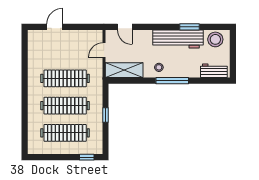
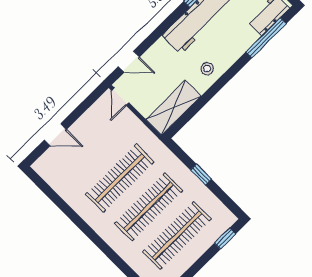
door: (55, 27) -> (55, 135), swing flipped
door: (104, 50) -> (120, 97), moved
window: (172, 81) -> (266, 38), moved

